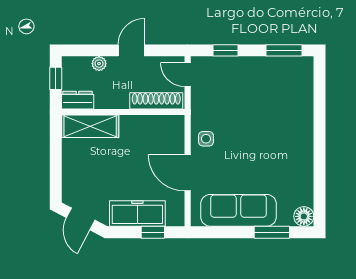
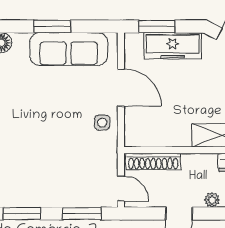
window: (226, 50) -> (82, 214), width x1.50
window: (153, 232) -> (157, 26), width x1.50
window: (272, 232) -> (52, 26), moved

